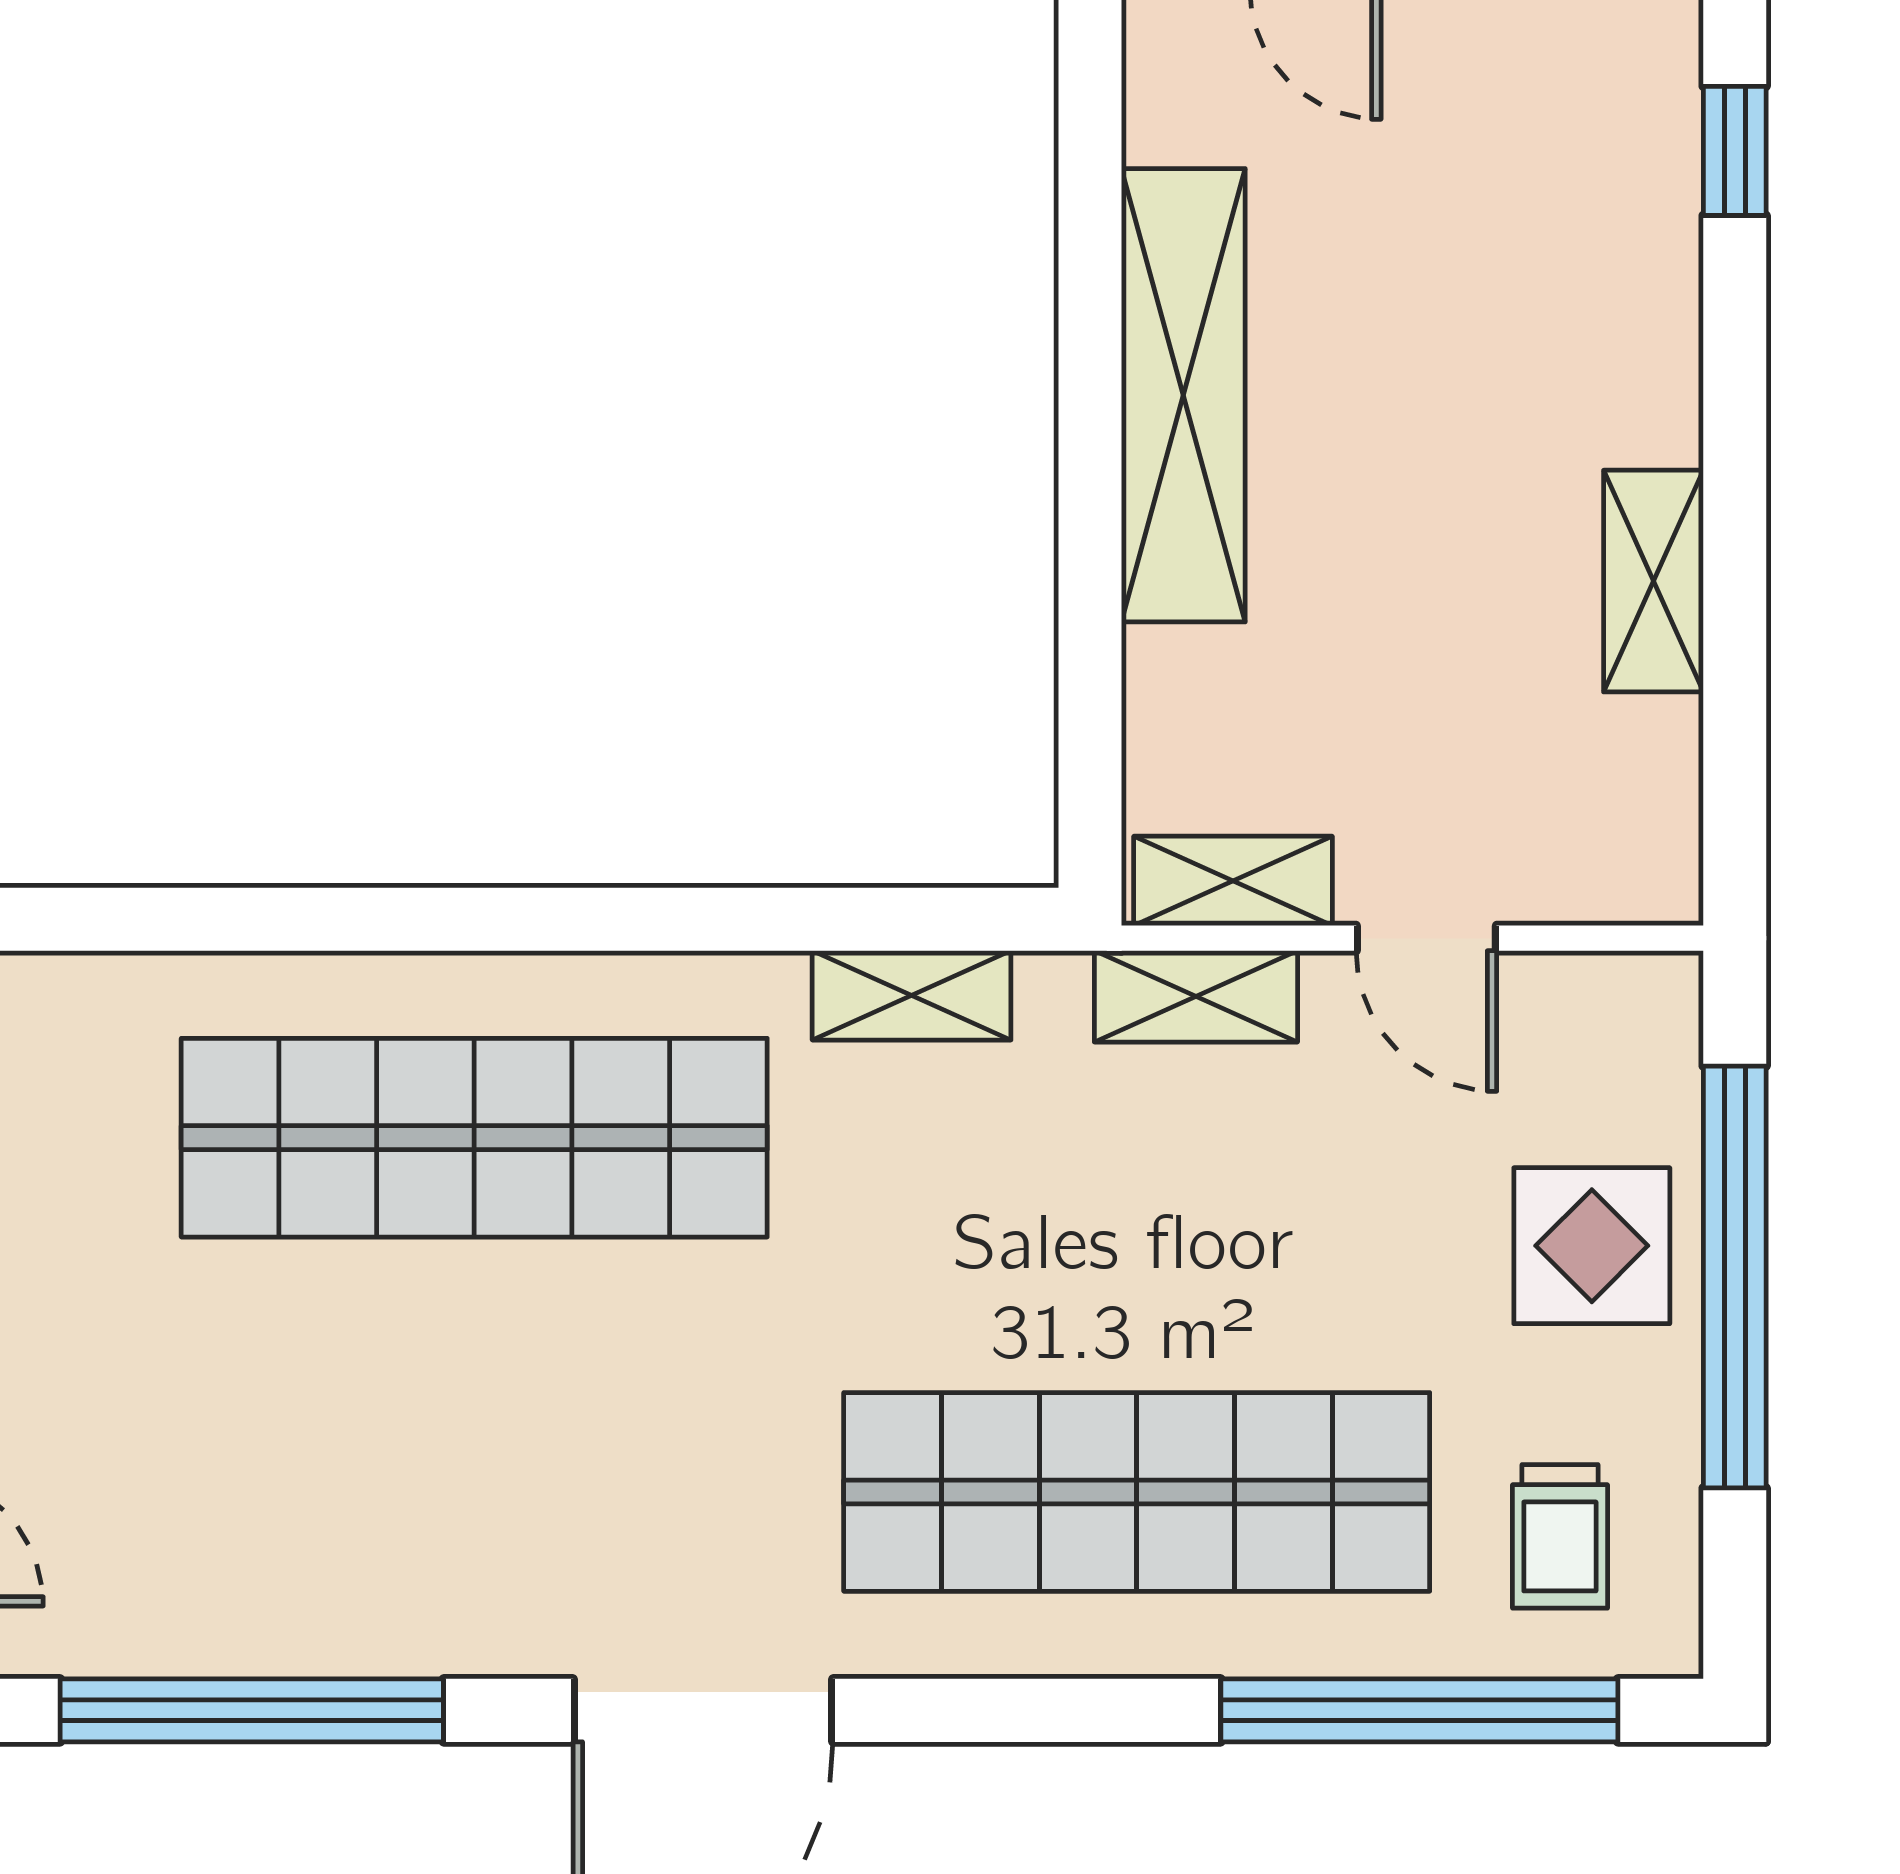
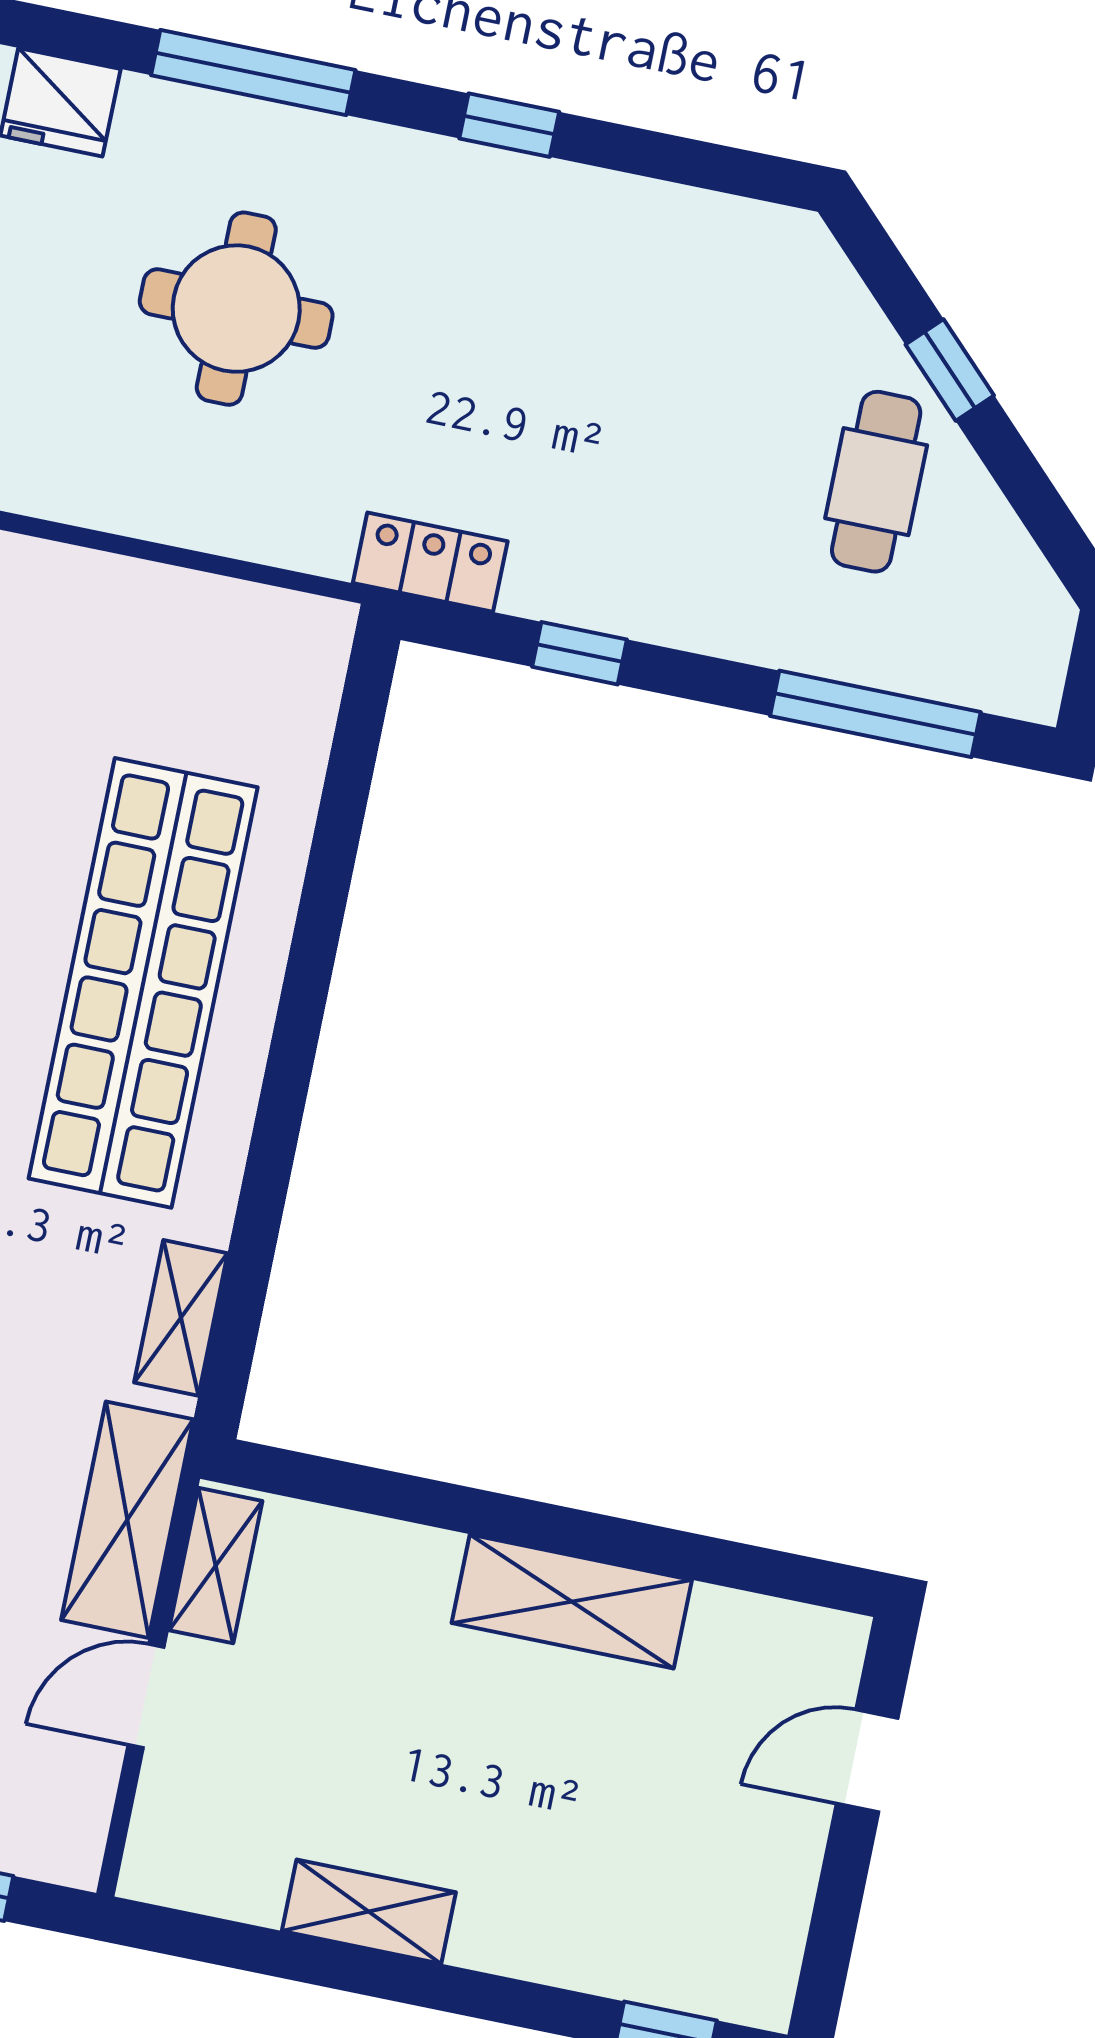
shelving: (1183, 395) -> (572, 1601), width x0.68
shelving: (1196, 996) -> (127, 1520), width x1.50, depth x1.33

